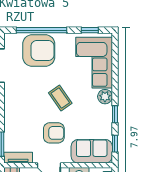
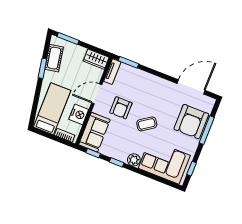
window: (41, 30) -> (207, 130), width x0.68

